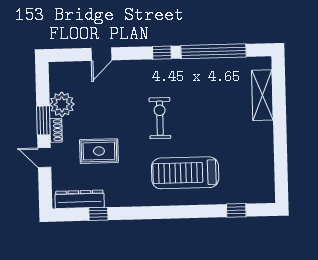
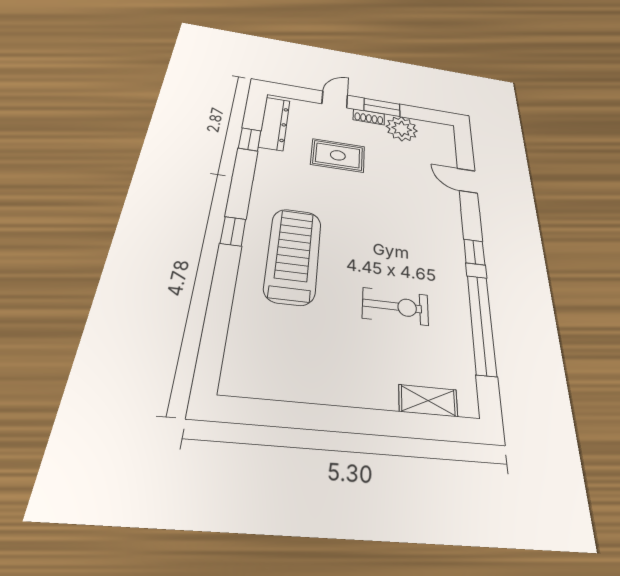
shelving: (262, 95) -> (428, 401), width x0.67, depth x0.75
exercise bike: (160, 118) -> (395, 306), moved
rug: (99, 151) -> (338, 155), turned 90
window: (236, 210) -> (233, 231), moved

